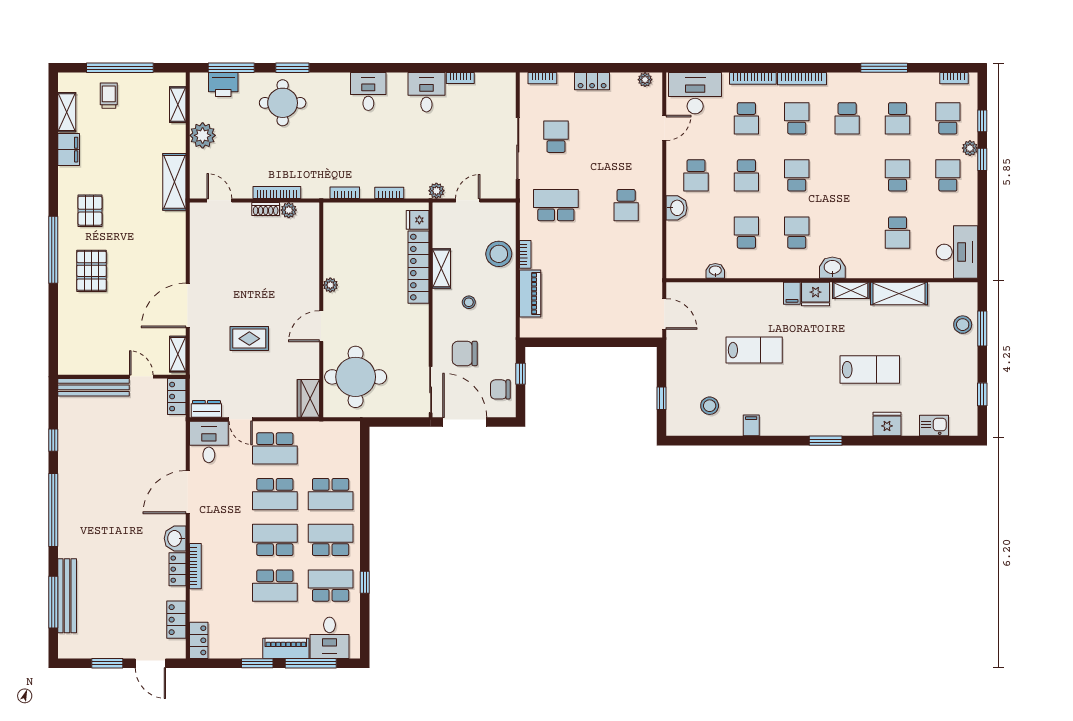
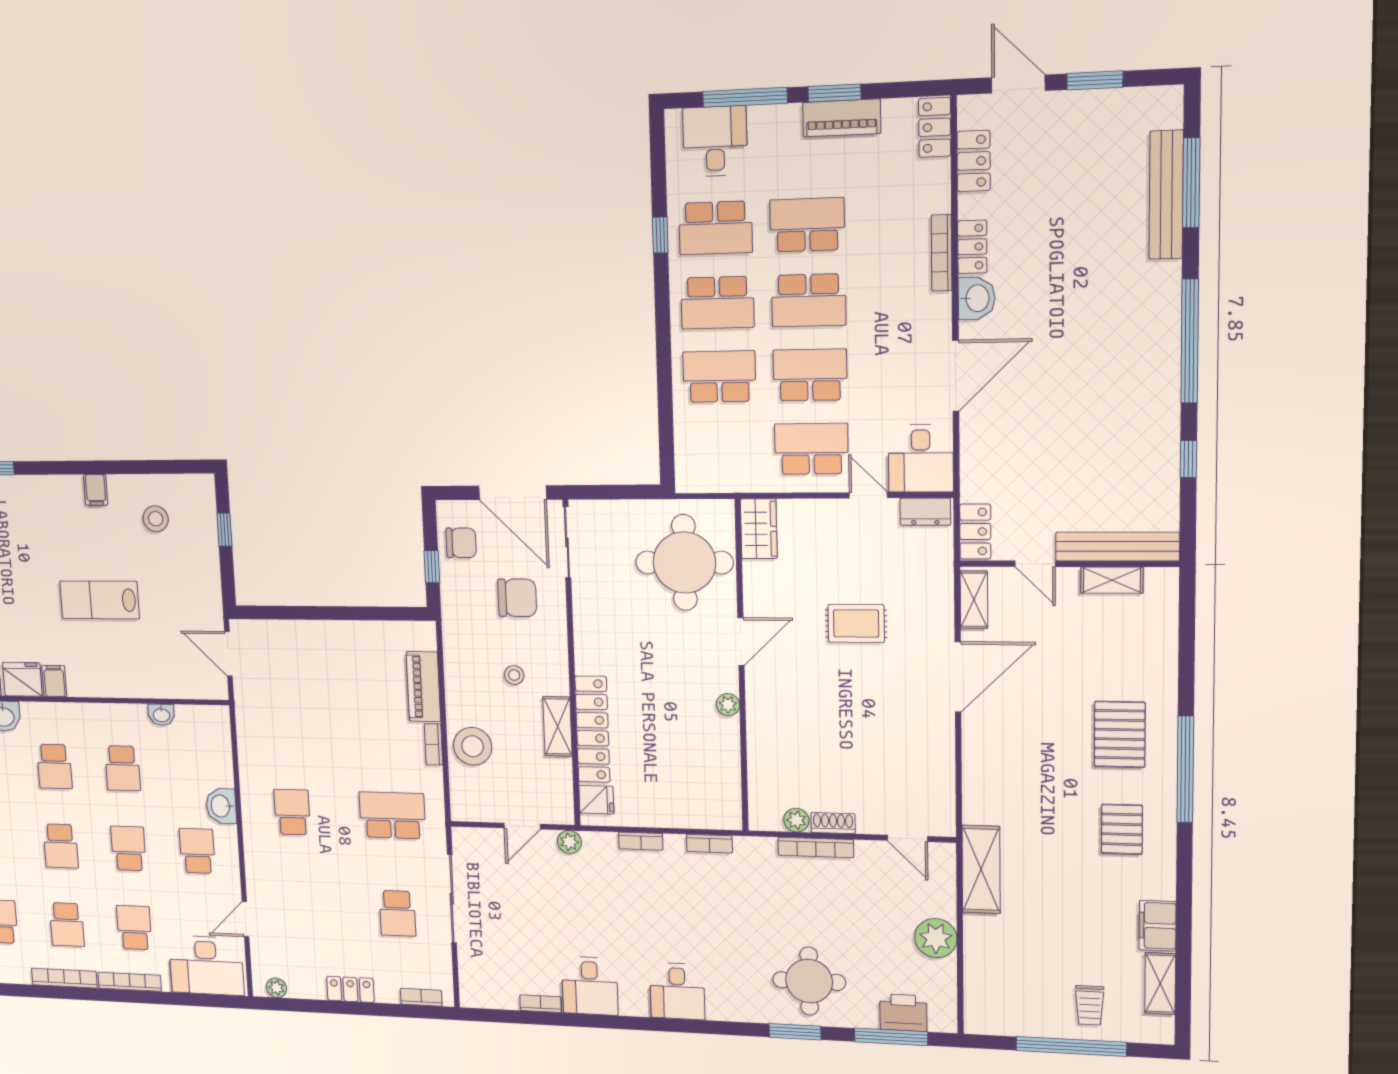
shelving: (178, 105) -> (1112, 580), moved, turned 90
school desk: (556, 205) -> (392, 815), turned 180
piano: (286, 648) -> (842, 118), moved

